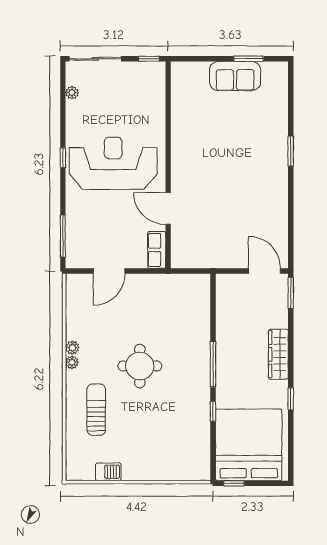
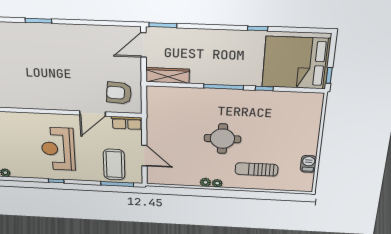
reception desk: (113, 163) -> (58, 149), width x0.74, depth x0.77
coffee table: (93, 233) -> (114, 165), added
armchair: (199, 241) -> (119, 93), added
wardrobe: (278, 354) -> (168, 75), moved, turned 180

